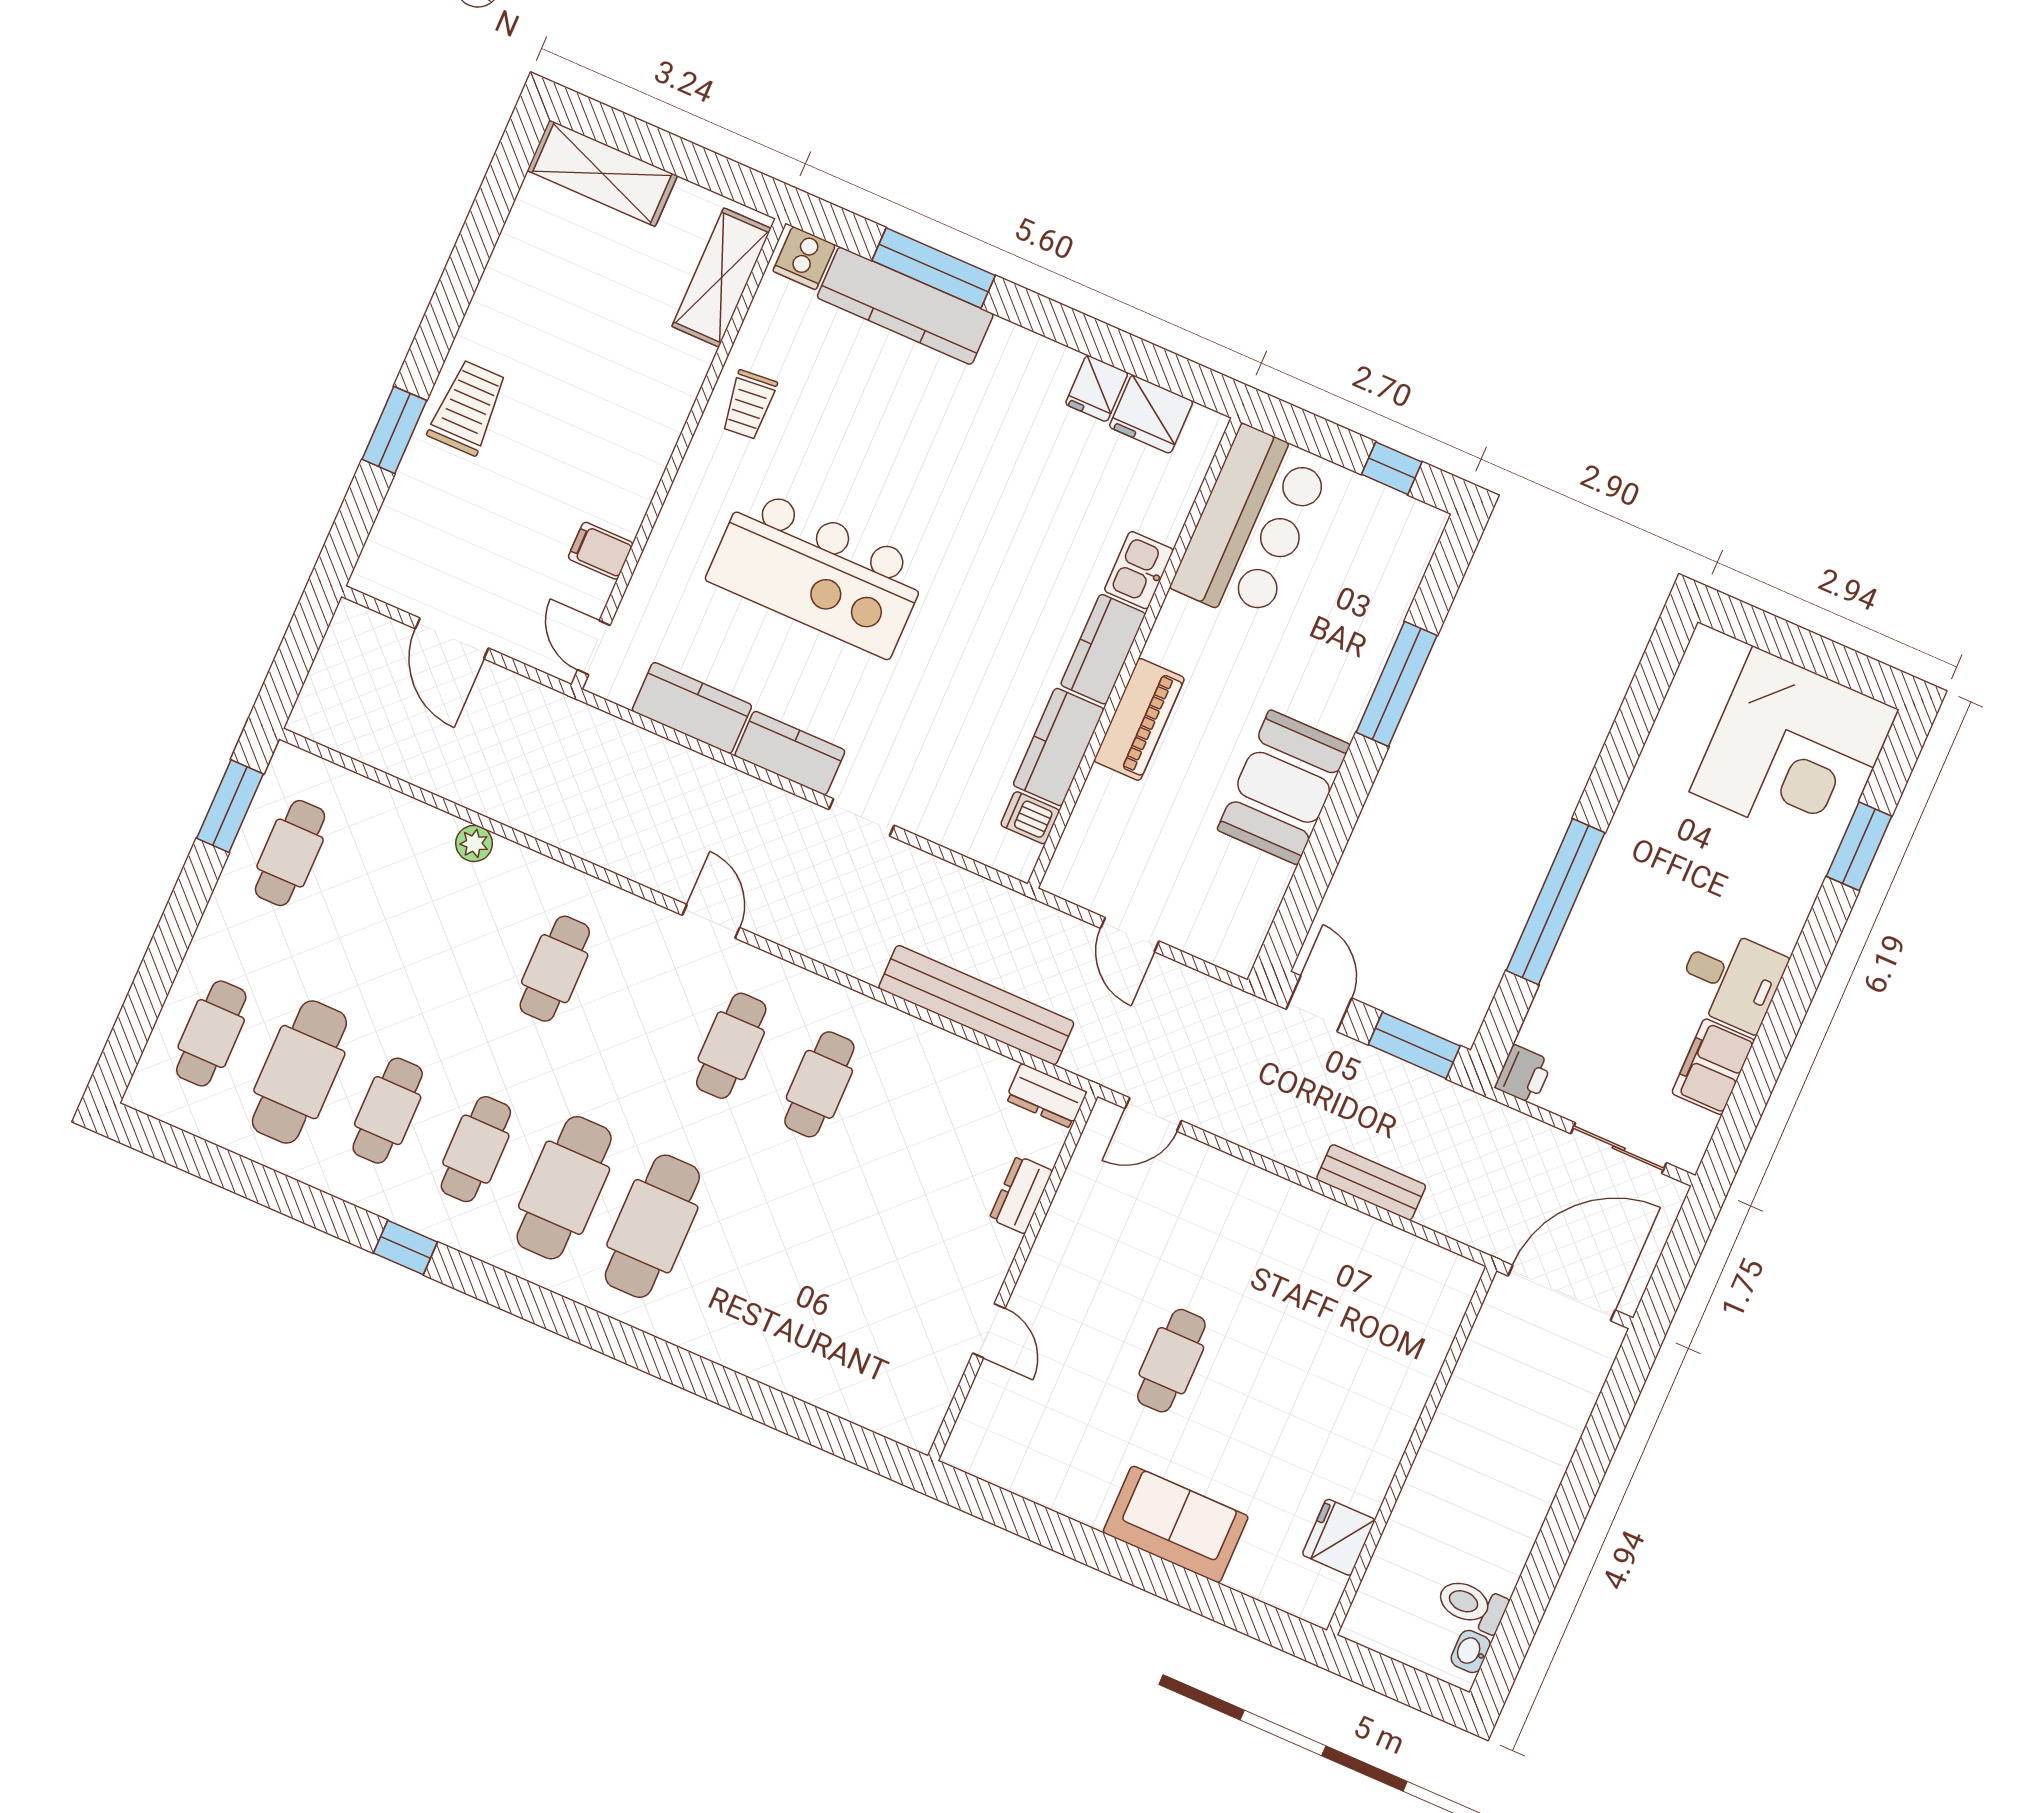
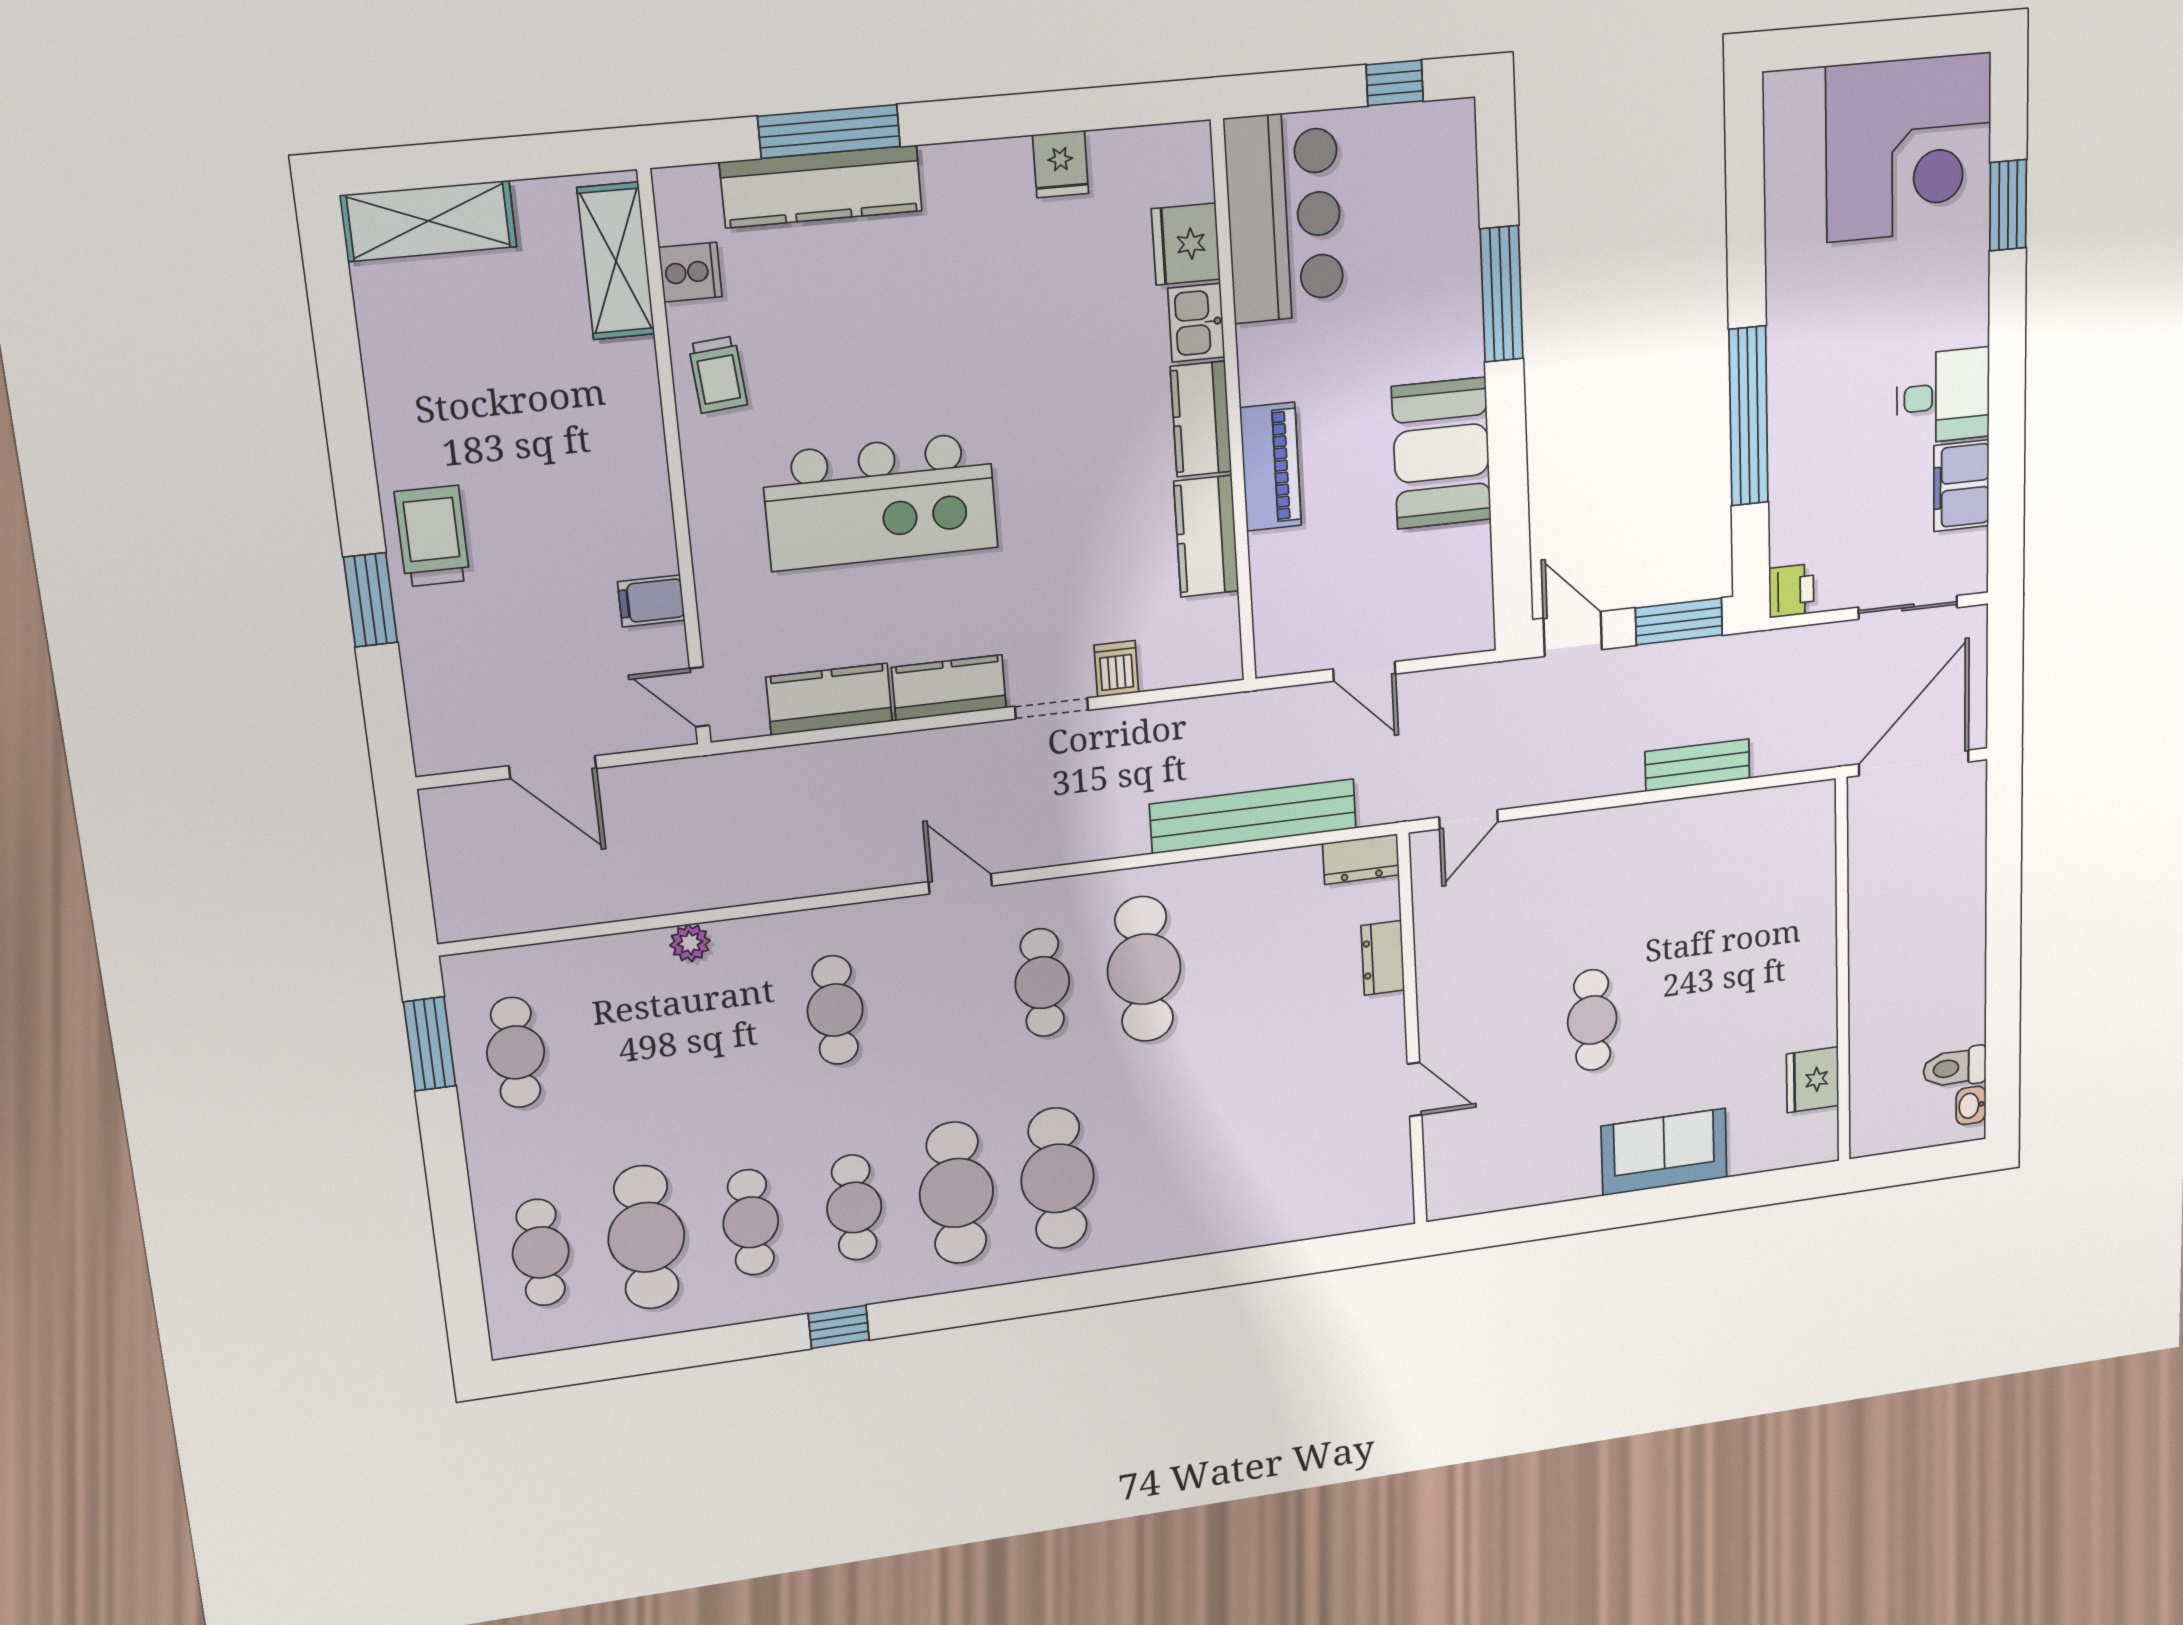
cooker: (804, 258) -> (690, 272), moved, turned -90
fridge: (1151, 414) -> (1186, 244), moved, turned 90
dishwasher: (1030, 818) -> (1116, 669), moved, turned 90
cafe table: (819, 1084) -> (1144, 969), width x1.37, depth x1.35

